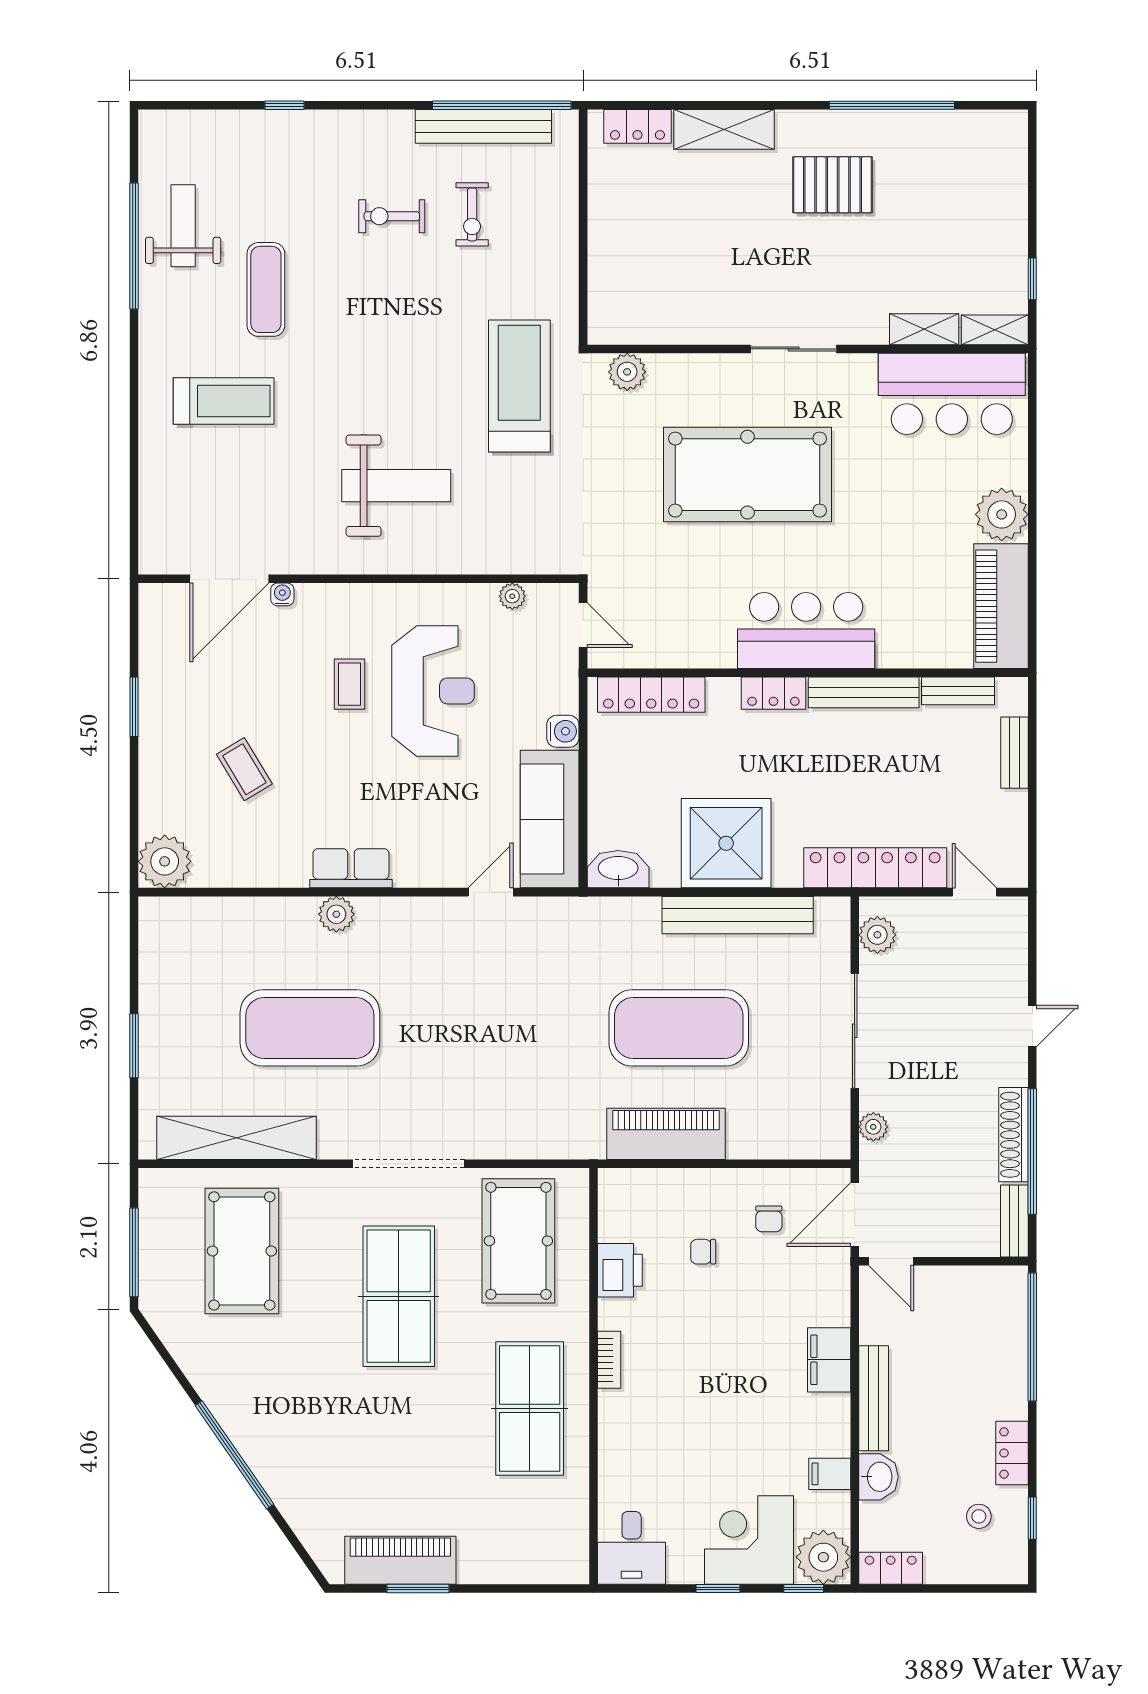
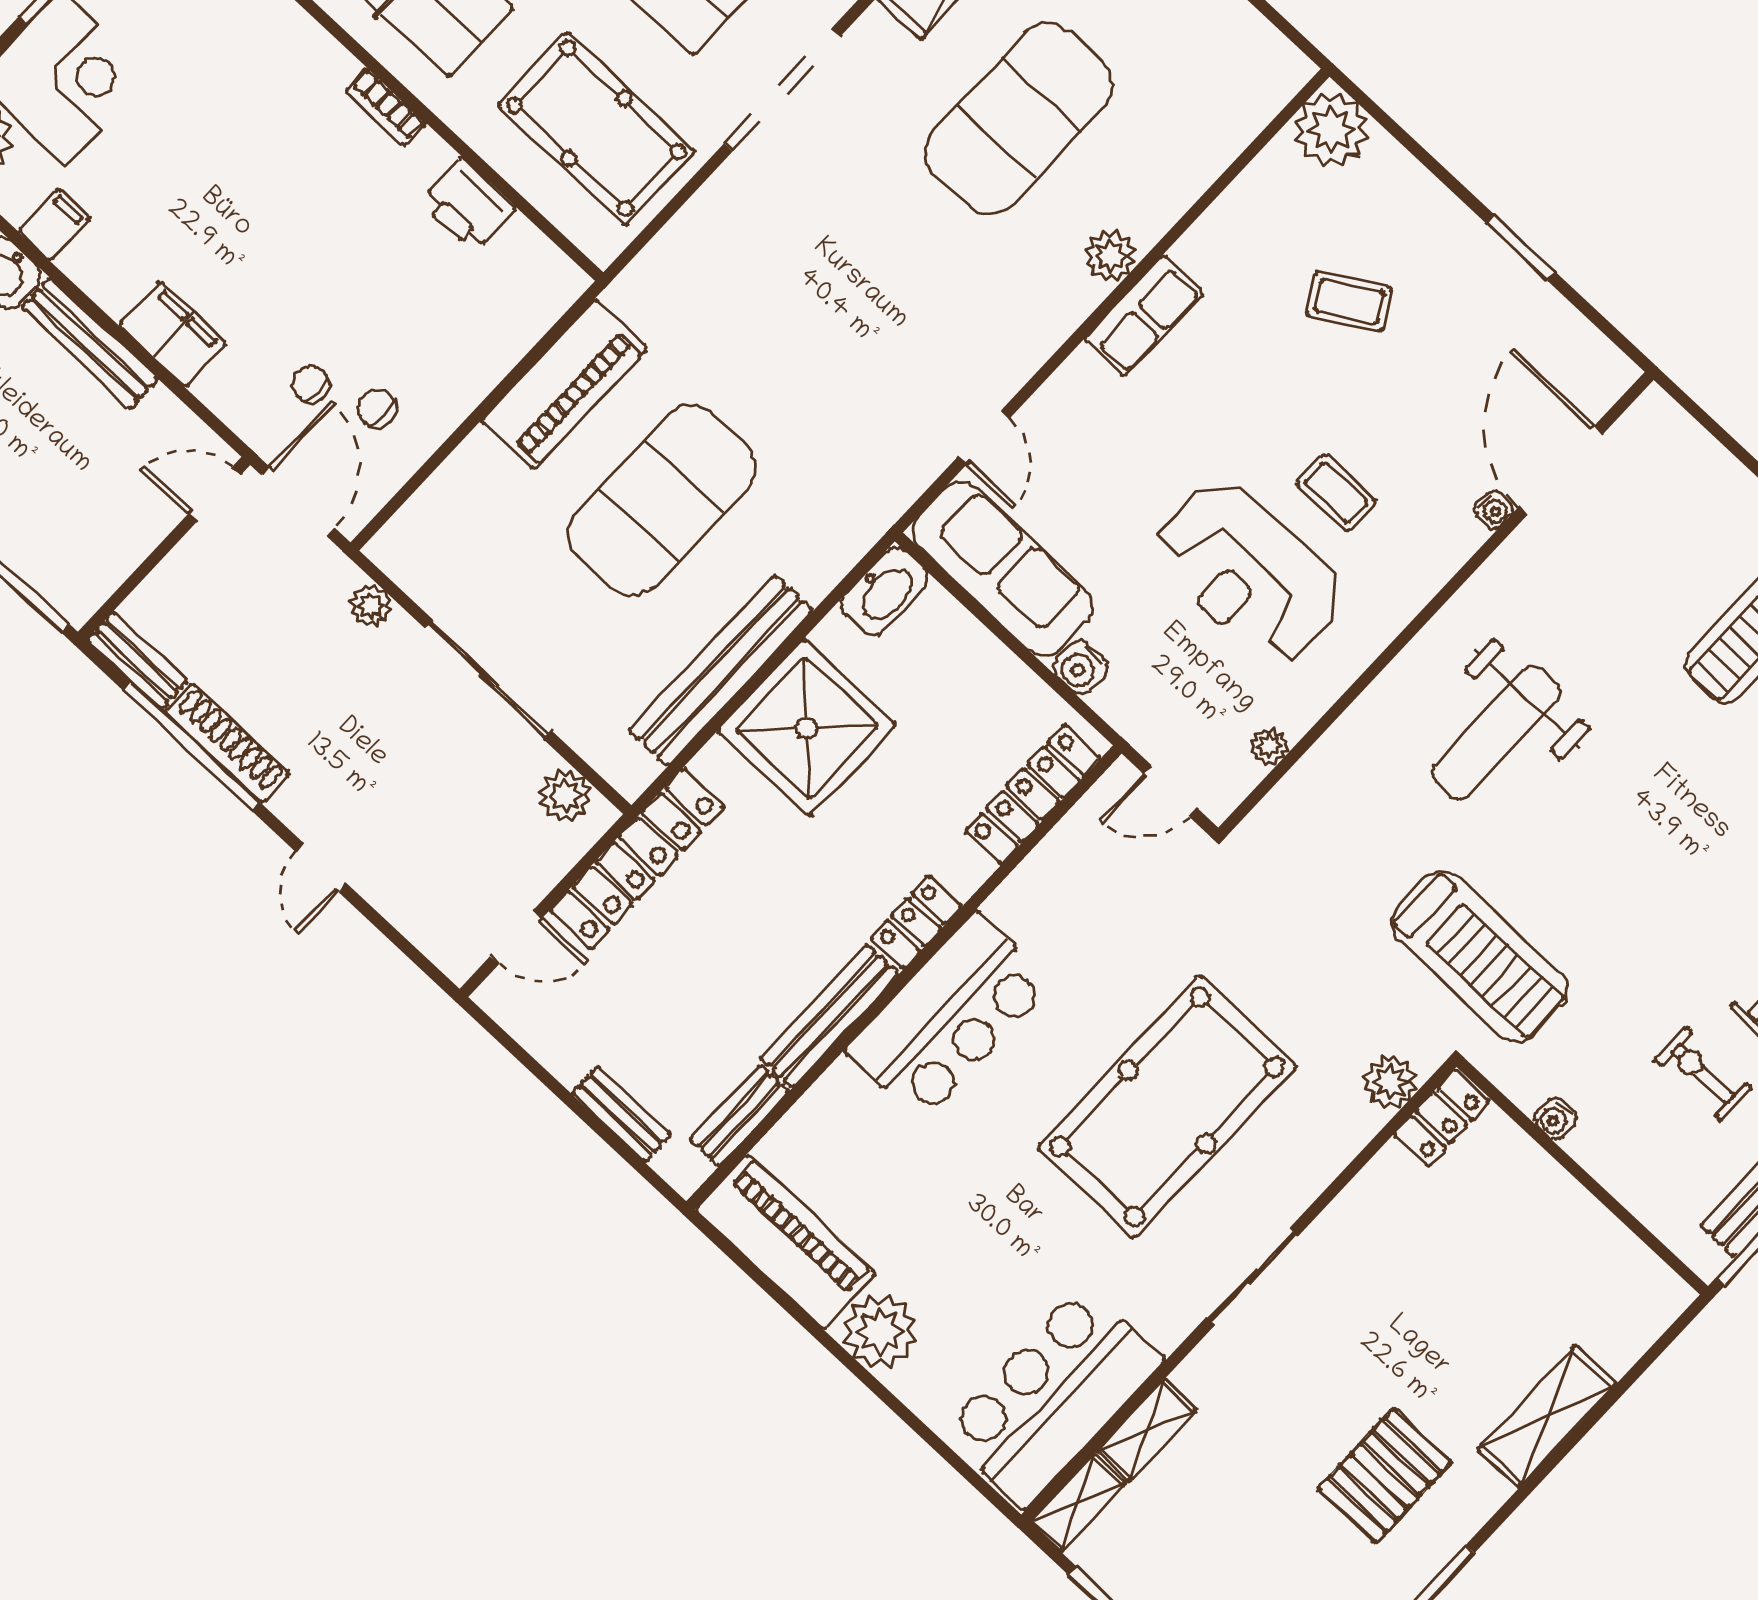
locker: (637, 126) -> (1442, 1118), moved, turned 180
water cooler: (566, 269) -> (1555, 1119), added
chair: (703, 1252) -> (311, 384), moved, turned -90

